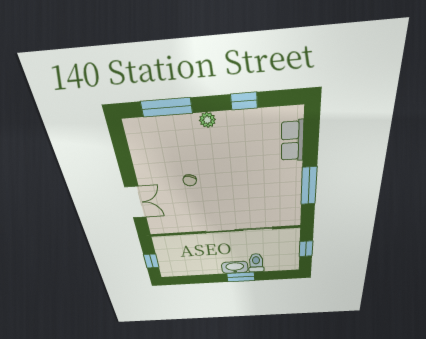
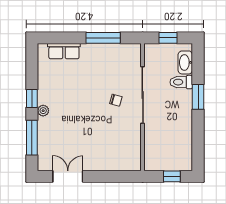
window: (244, 101) -> (32, 99), moved
chair: (190, 180) -> (116, 100), moved
double door: (136, 202) -> (68, 176), moved
washbasin: (235, 267) -> (185, 62), moved

